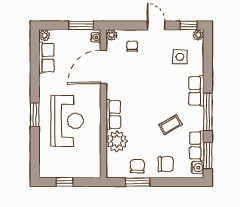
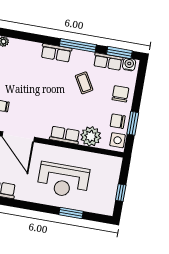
side table: (180, 57) -> (118, 140), moved
window: (35, 115) -> (71, 213), moved
reception desk: (67, 121) -> (63, 180), turned 180

